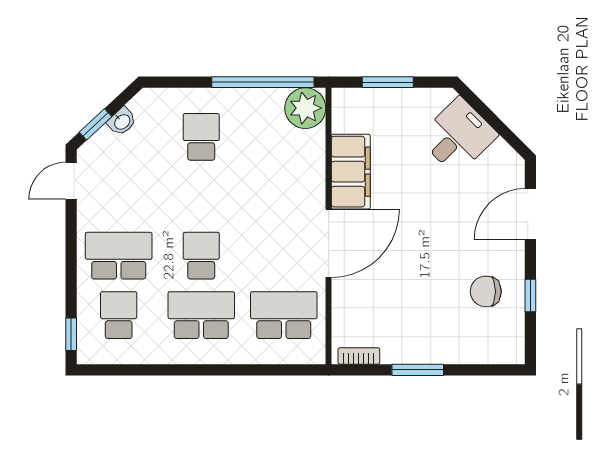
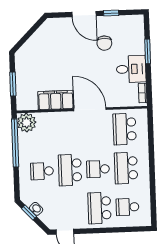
window: (95, 124) -> (29, 212), moved
desk: (458, 136) -> (131, 69), moved, turned 135
school desk: (201, 196) -> (70, 170), added
door: (530, 214) -> (84, 14), moved
chair: (486, 291) -> (104, 43), moved
window: (71, 334) -> (137, 229), removed
window: (418, 370) -> (148, 51), moved

